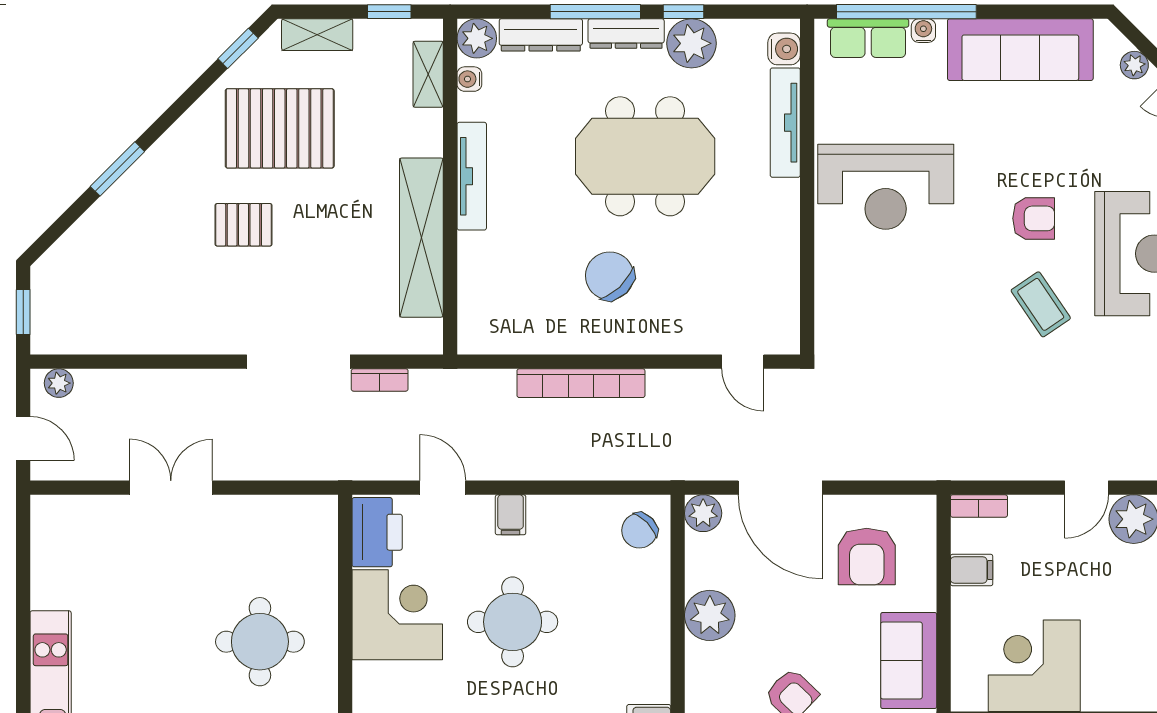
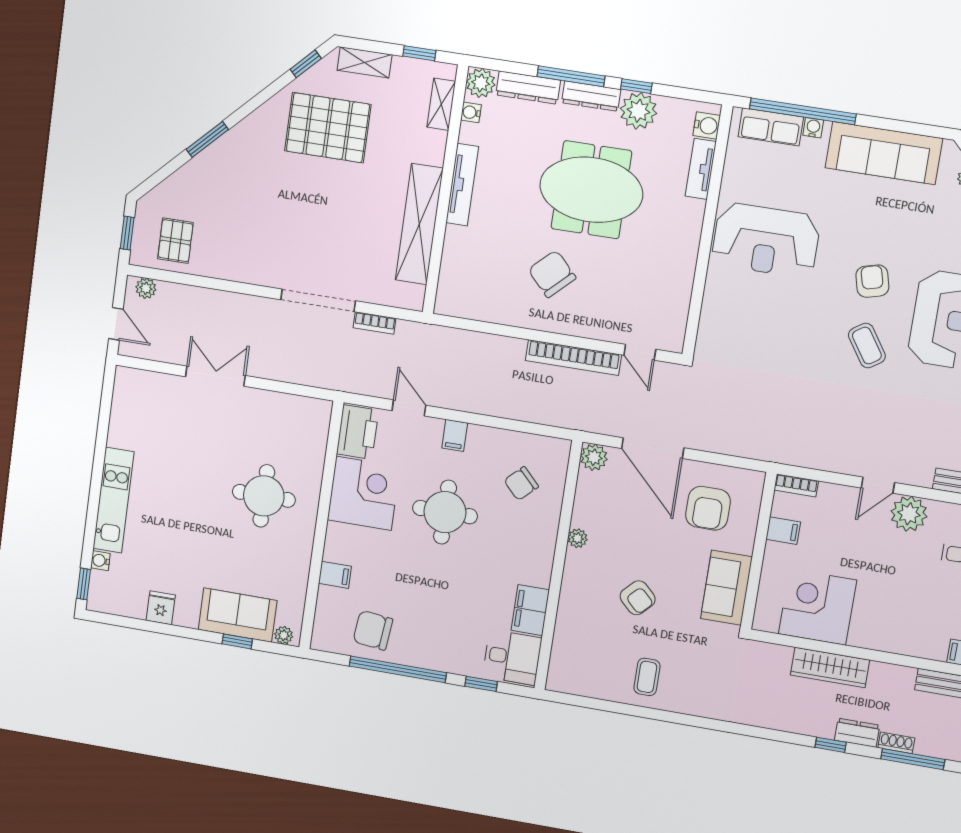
tv unit: (785, 123) -> (701, 169), width x0.71
armchair: (1034, 218) -> (872, 281), turned -105
pallet: (244, 225) -> (175, 241), moved, turned 90
bookcase: (581, 383) -> (573, 358), moved
chair: (639, 531) -> (521, 484), moved
plant: (710, 615) -> (578, 538), width x0.53, depth x0.53

